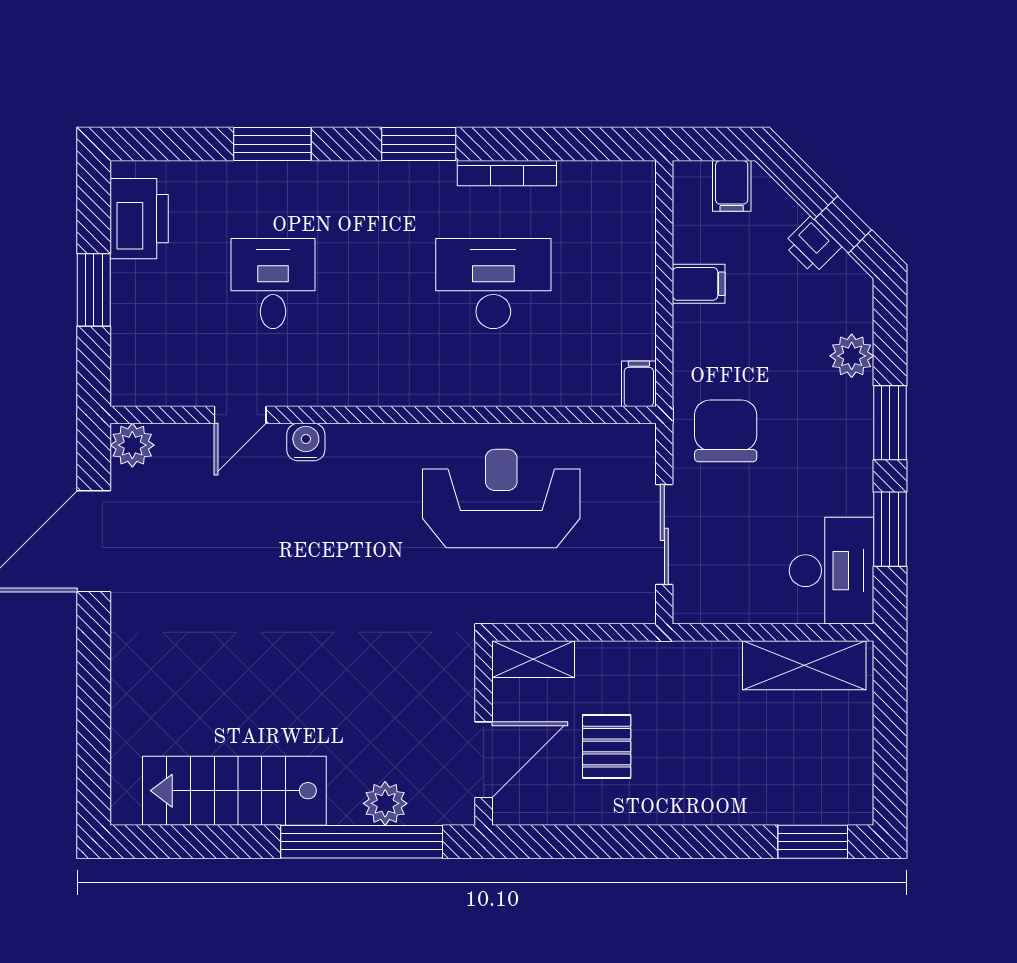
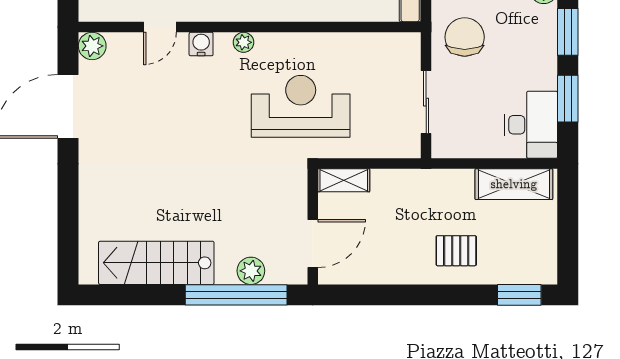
plant: (373, 439) -> (243, 42), added
reception desk: (501, 499) -> (301, 106), moved
pallet: (607, 747) -> (456, 251), moved, turned 90

